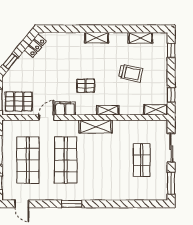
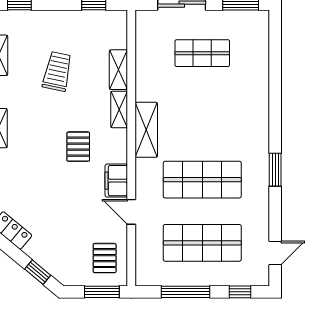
pallet: (19, 101) -> (105, 258), width x0.67, depth x0.71
shelving: (156, 110) -> (118, 70), moved

